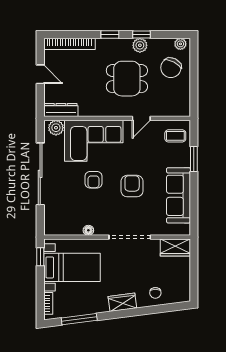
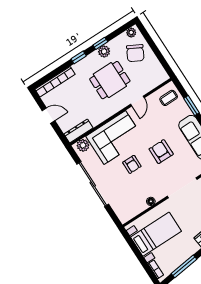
window: (40, 257) -> (129, 241), removed

